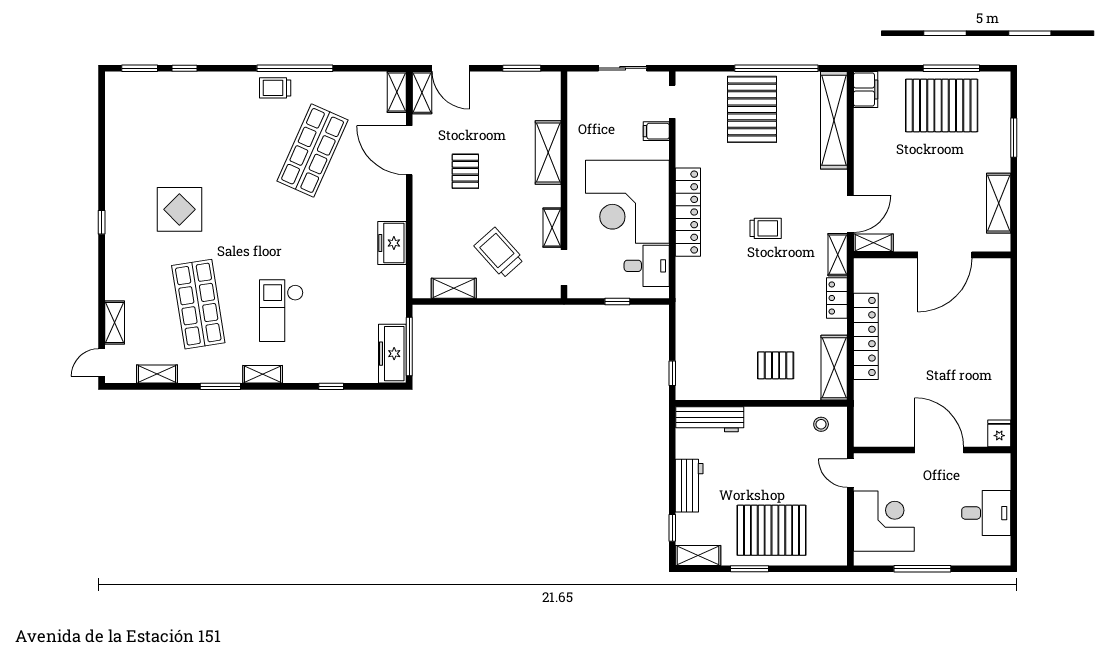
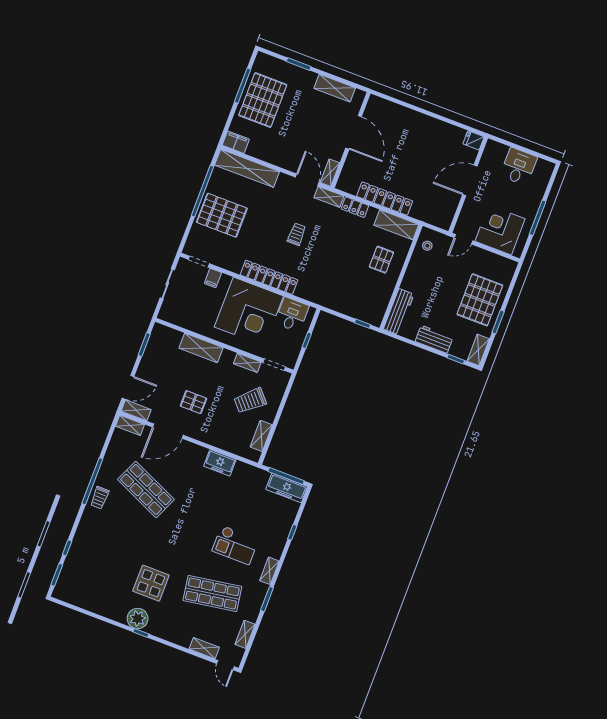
plant: (121, 209) -> (138, 619), added

